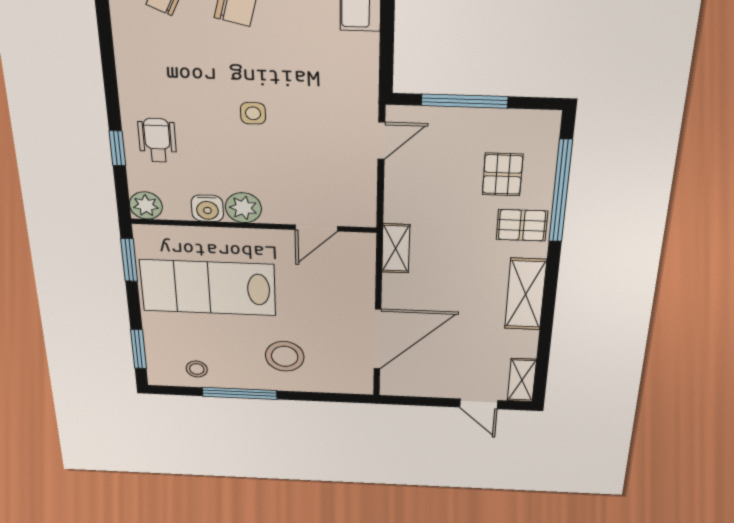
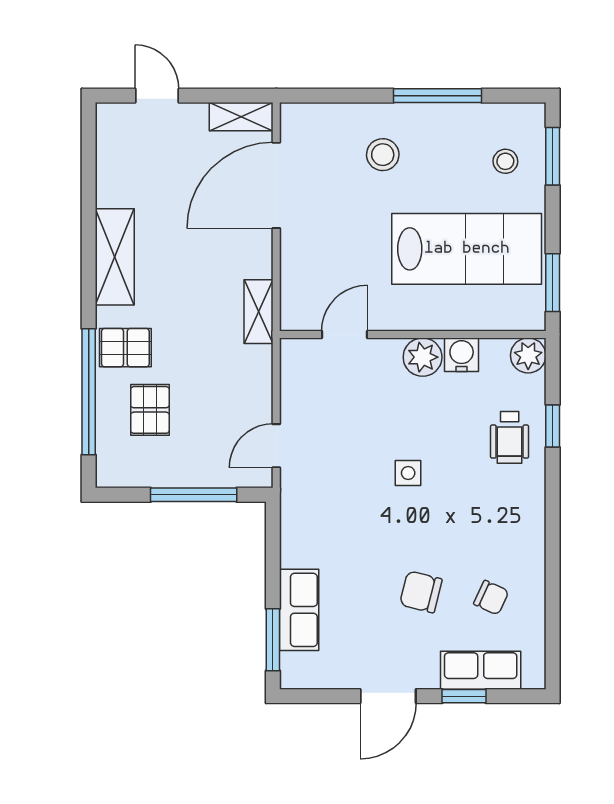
stool: (285, 356) -> (383, 155), width x0.73, depth x0.73
stool: (197, 369) -> (505, 161), moved
shelving: (522, 380) -> (241, 117), moved, turned 90

